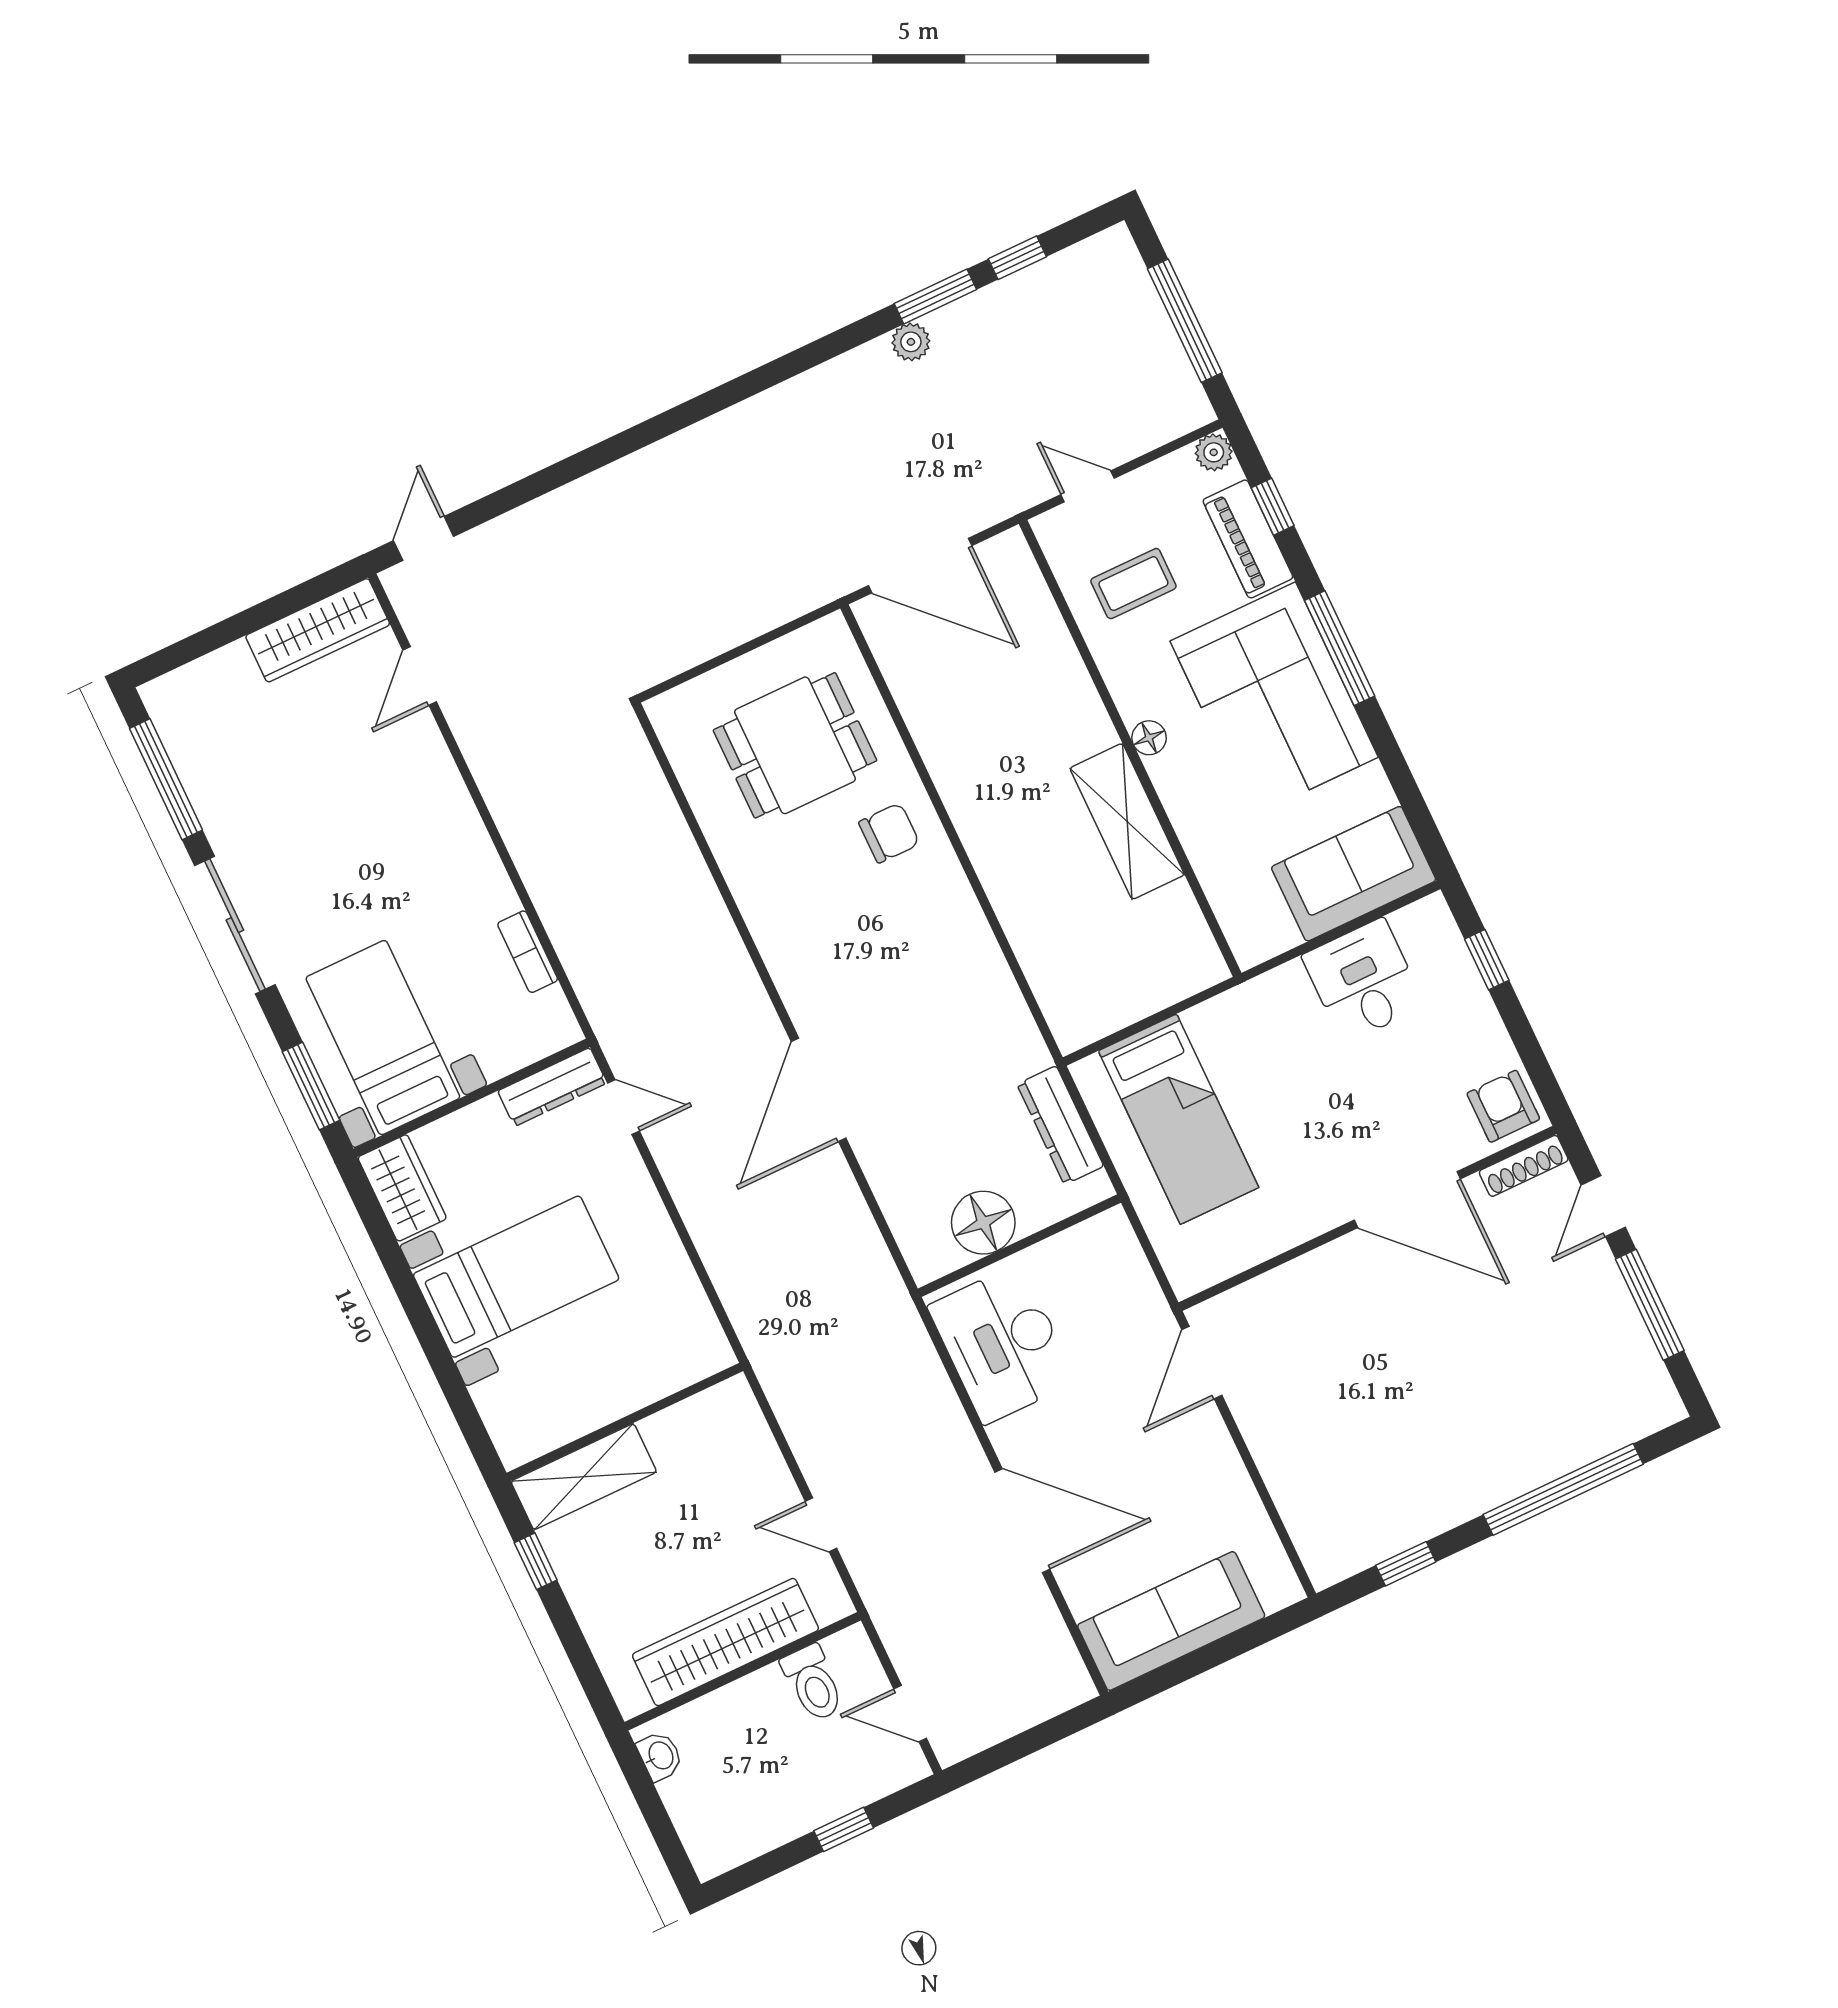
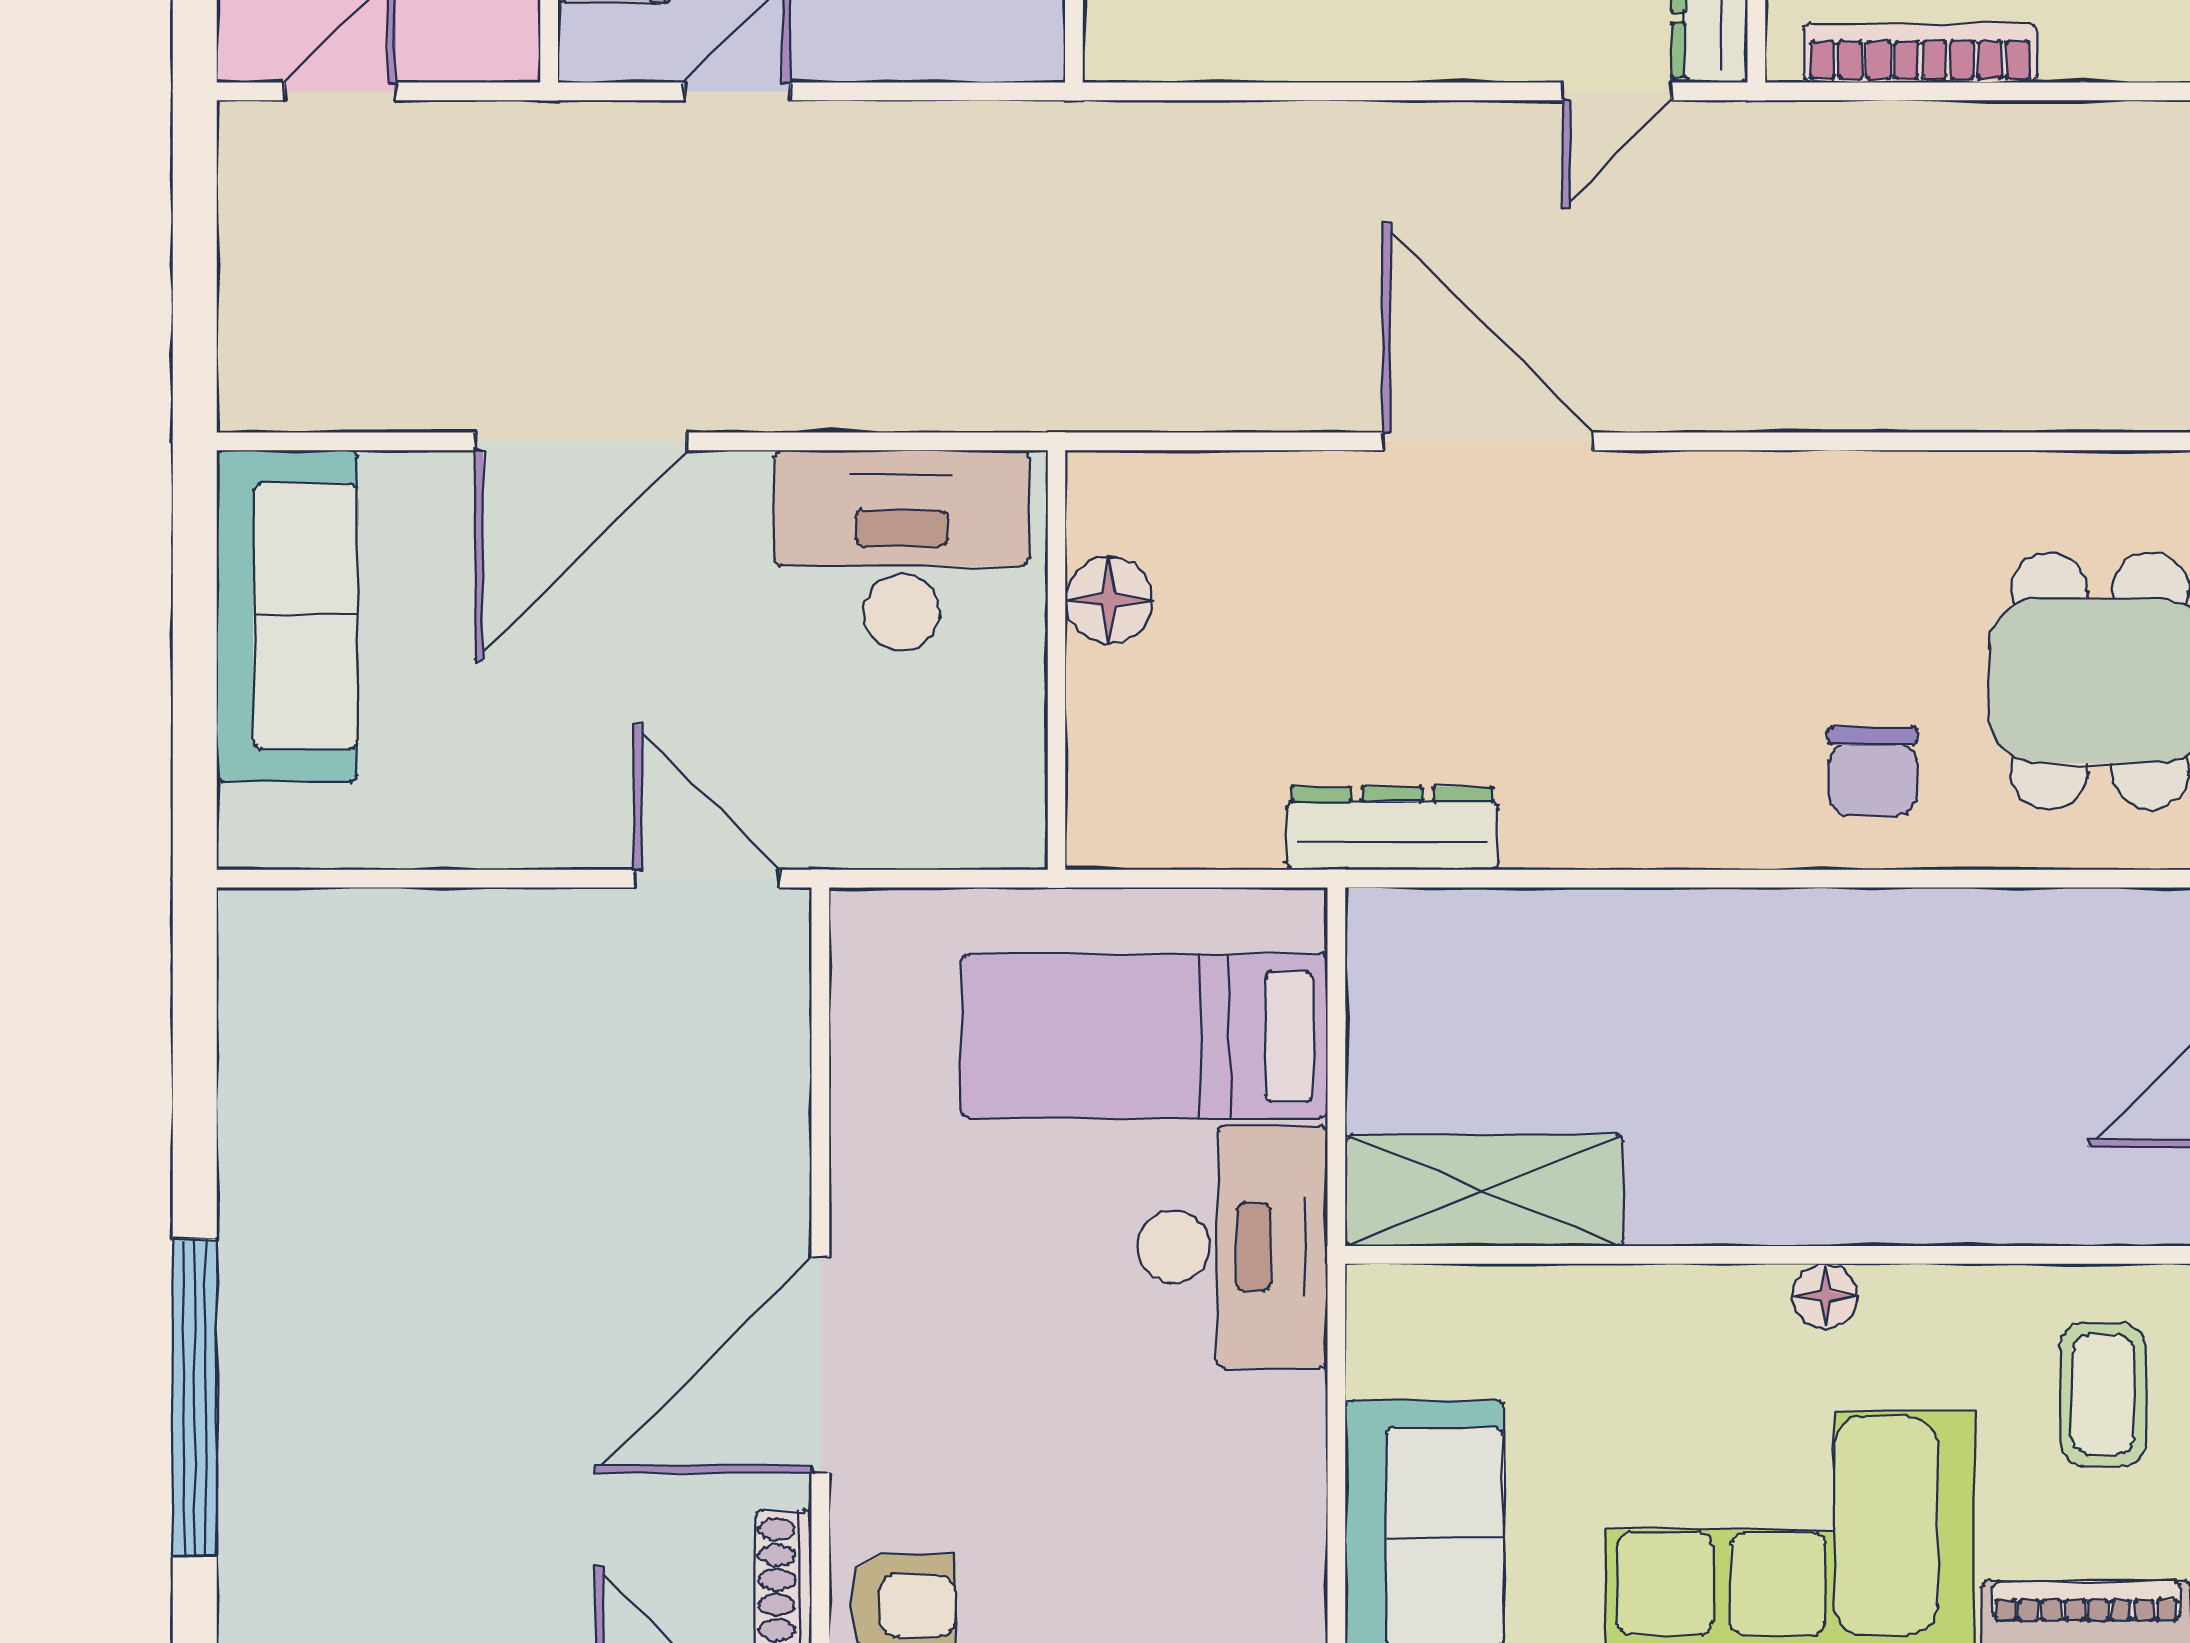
shelving: (1127, 821) -> (1484, 1190), moved
bookcase: (528, 952) -> (1920, 53), width x1.56
desk: (1363, 981) -> (1233, 1247), moved, width x1.37
dresser: (1060, 1125) -> (1392, 828), moved
floor lamp: (983, 1223) -> (1109, 600), width x0.73, depth x0.73
window: (1406, 1564) -> (195, 1066), removed

